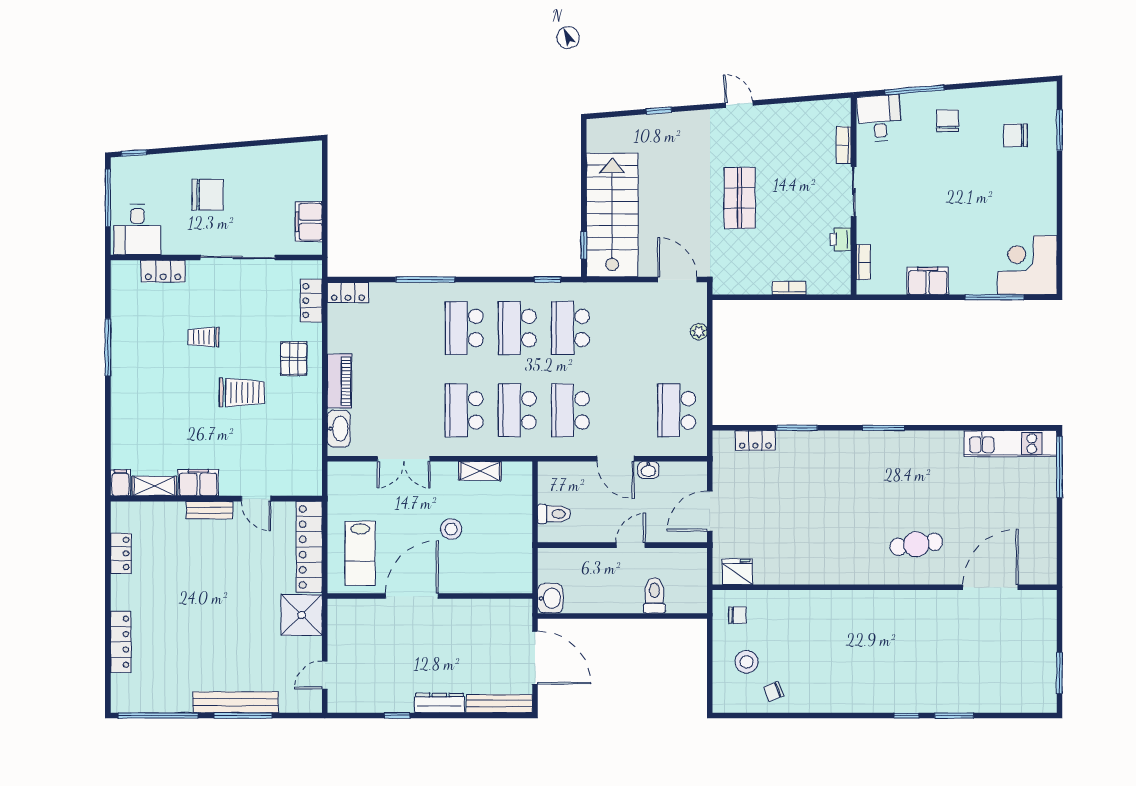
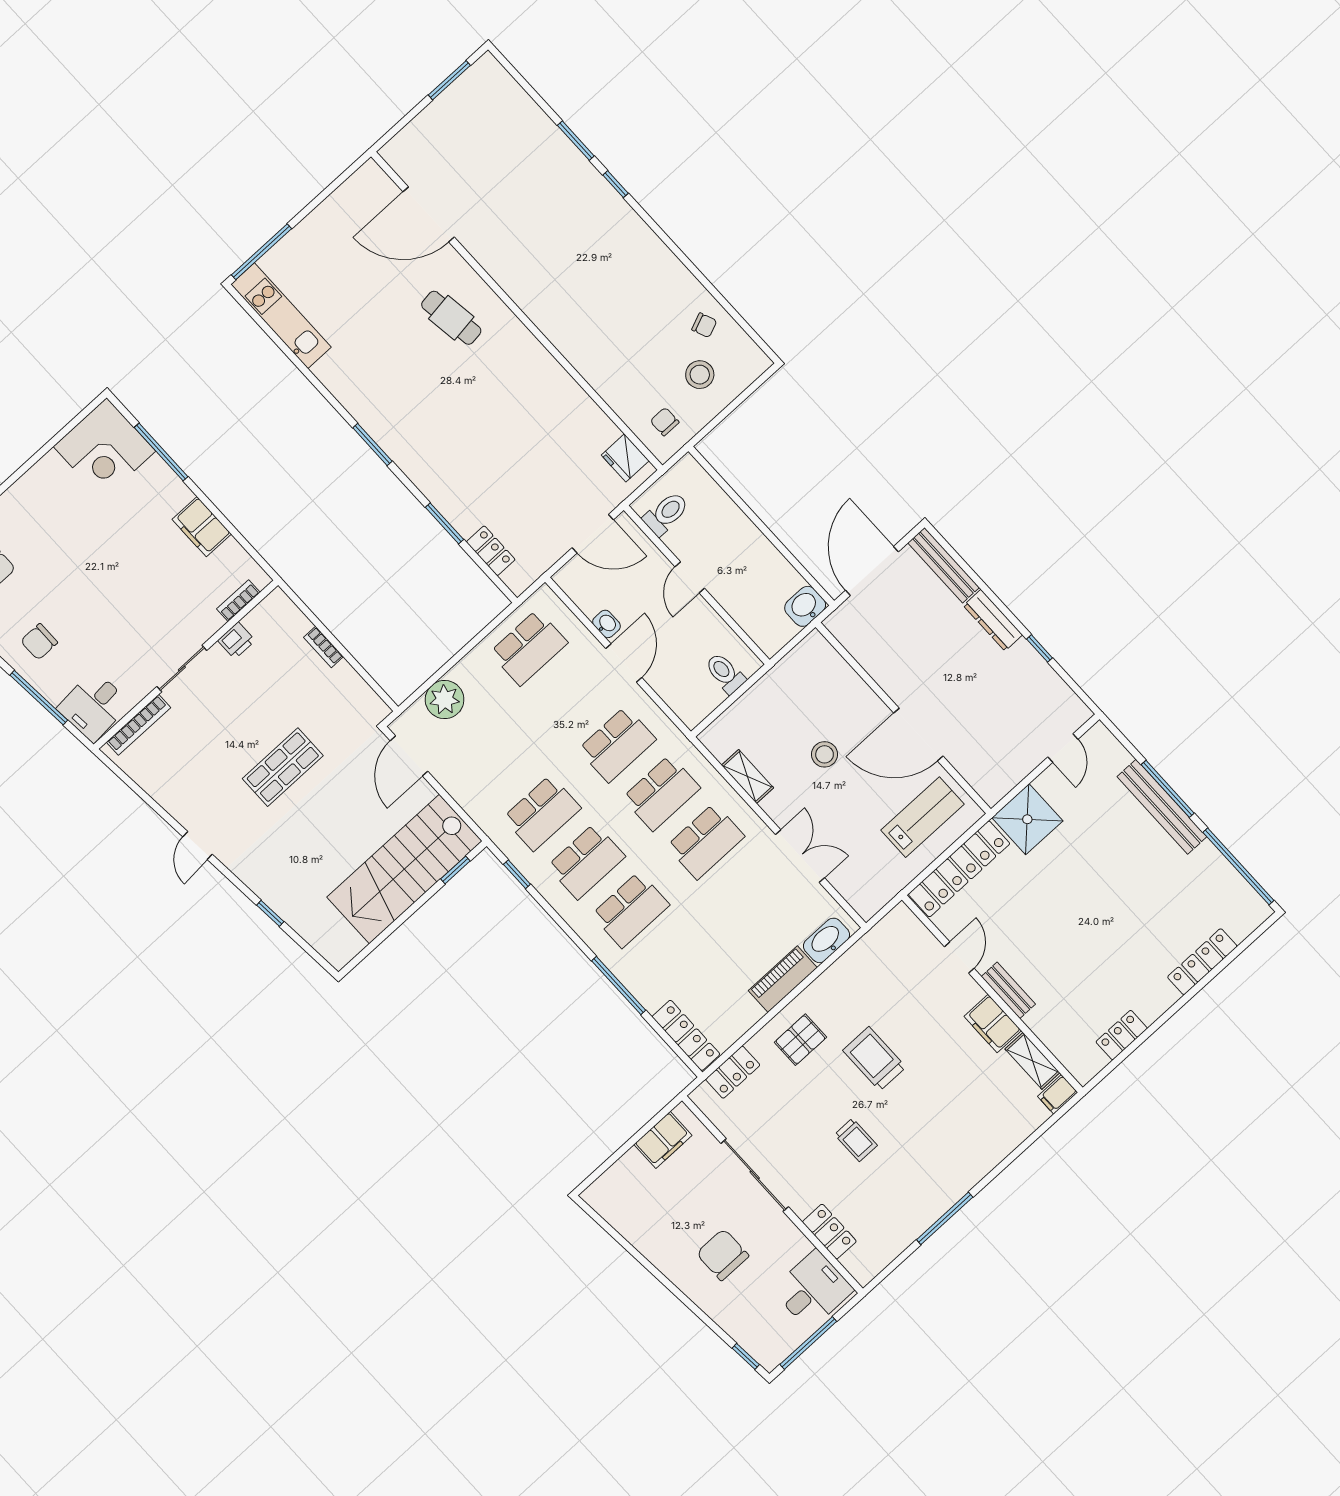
bookcase: (844, 145) -> (138, 725), width x1.56
locker: (348, 293) -> (686, 1035), width x1.53
plant: (699, 332) -> (445, 700), width x1.88, depth x1.88
door: (631, 545) -> (690, 577), hinge flipped
toilet: (654, 595) -> (666, 513), moved, turned 180
door: (325, 675) -> (1063, 748), hinge flipped

